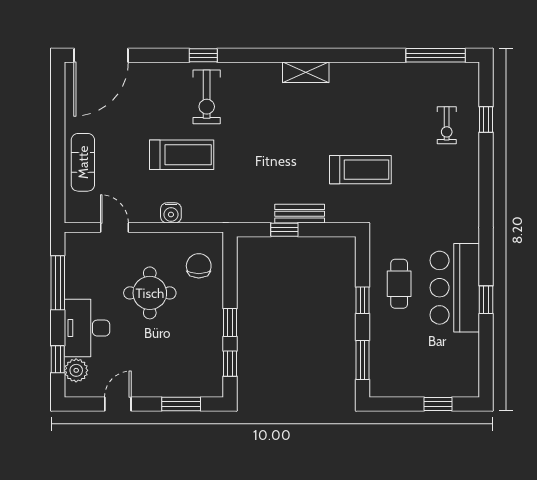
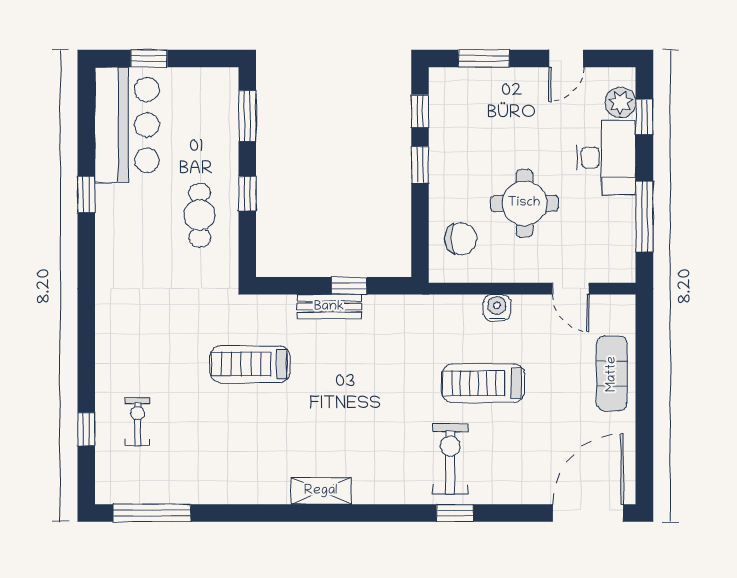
chair: (199, 266) -> (461, 239), turned -90
bar counter: (455, 288) -> (127, 125), moved

